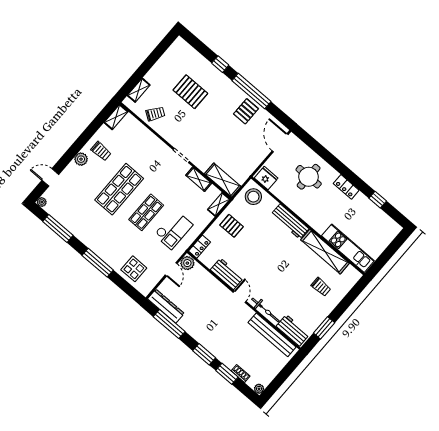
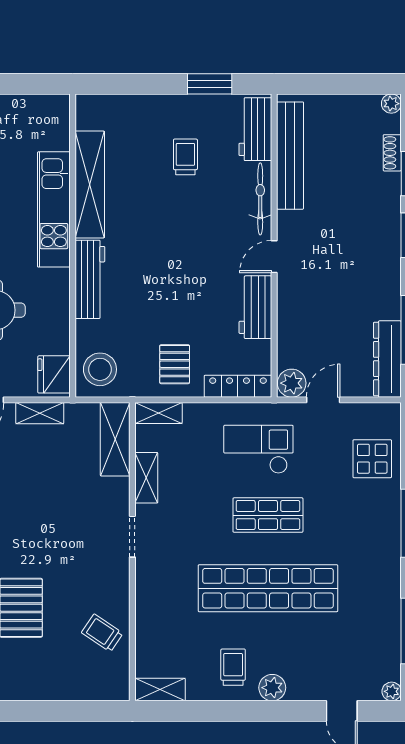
shelving: (139, 90) -> (40, 413), moved
shop shelf: (119, 189) -> (268, 588), width x1.40
locker: (200, 247) -> (238, 386), width x1.53
kitchen unit: (348, 248) -> (54, 209), moved
trolley: (321, 287) -> (185, 157), moved

